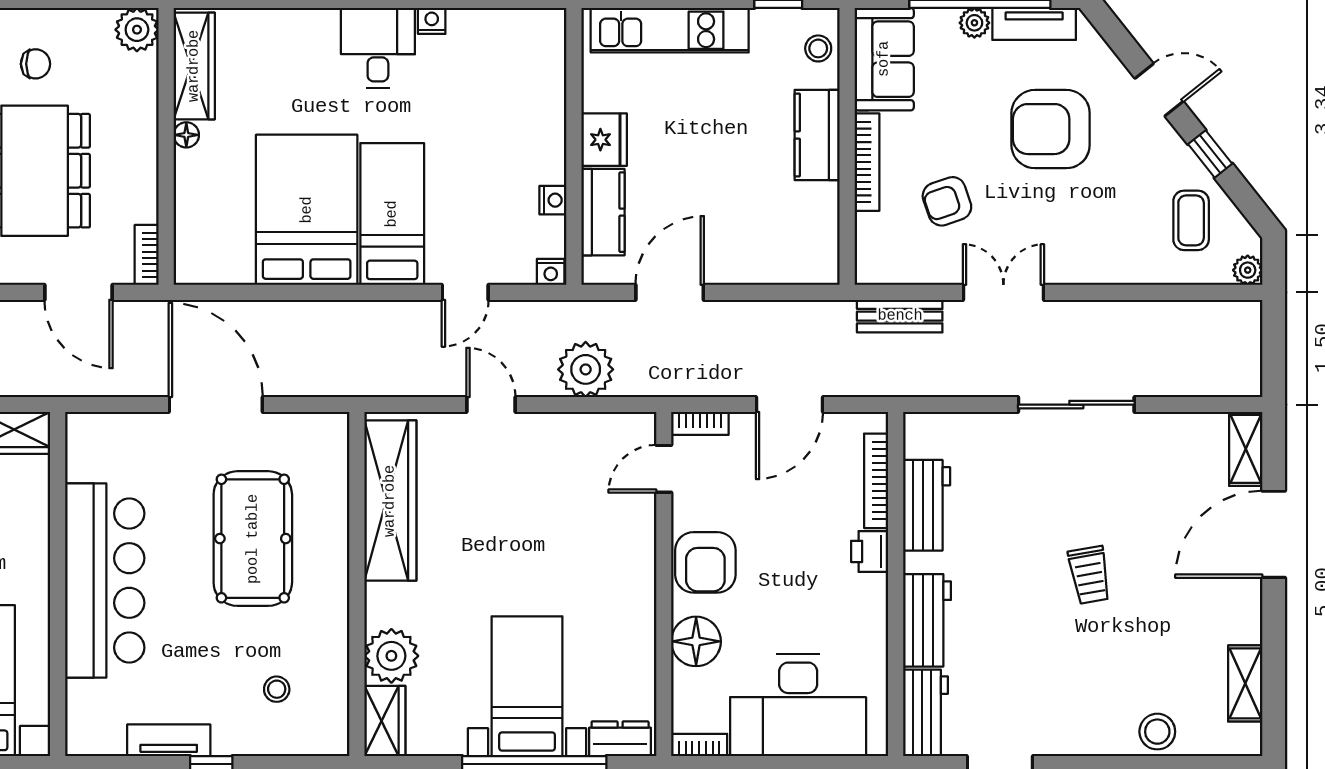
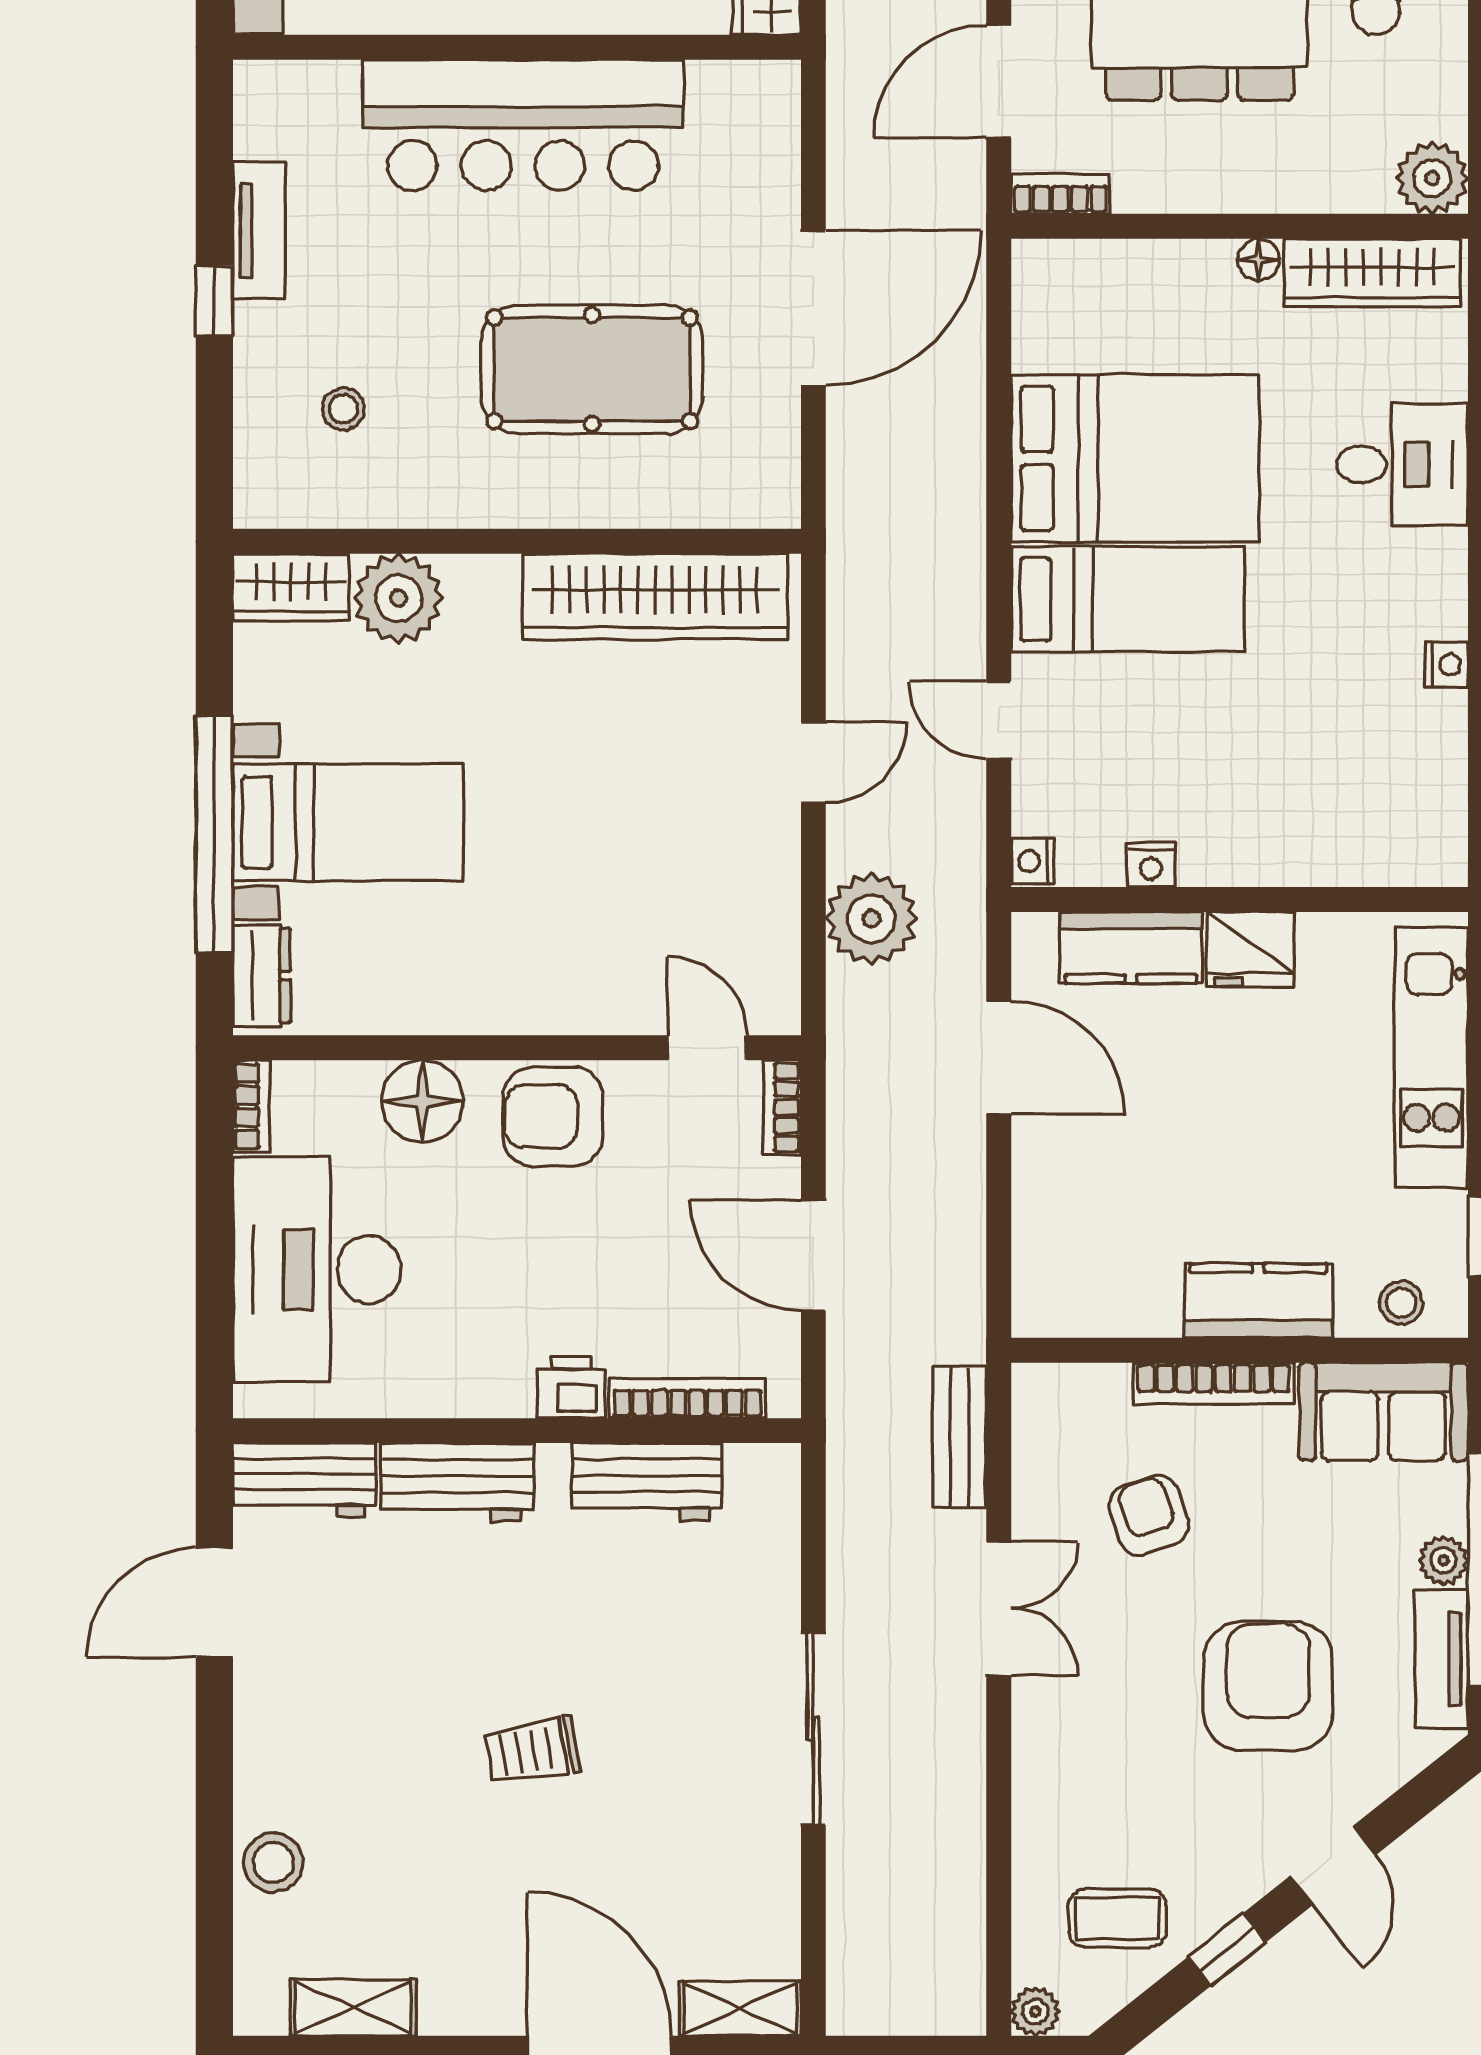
desk: (378, 48) -> (1402, 464), moved

